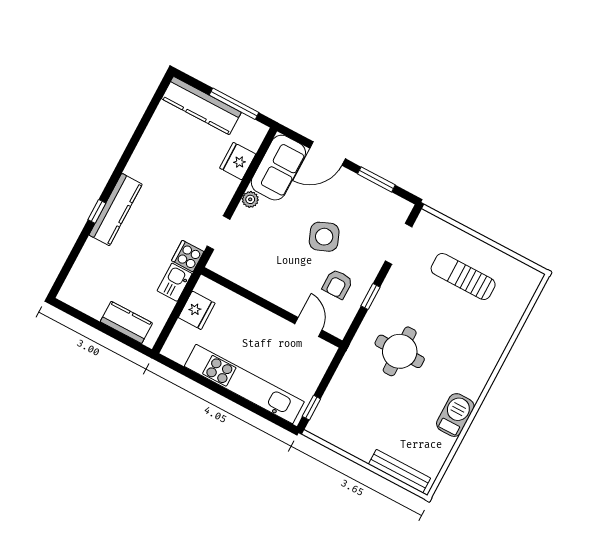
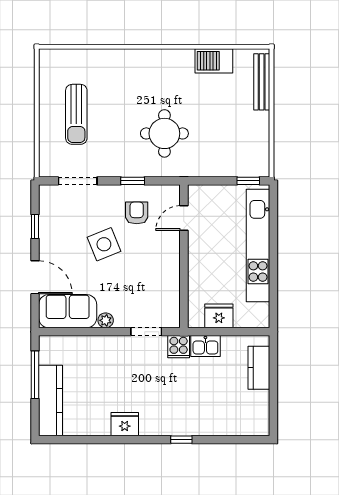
fridge: (238, 161) -> (125, 424), moved, turned 180
window: (376, 179) -> (35, 227), width x0.67
kitchen counter: (116, 210) -> (172, 425), removed
armchair: (337, 284) -> (137, 213), turned -90
barbecue: (455, 415) -> (214, 61), moved

